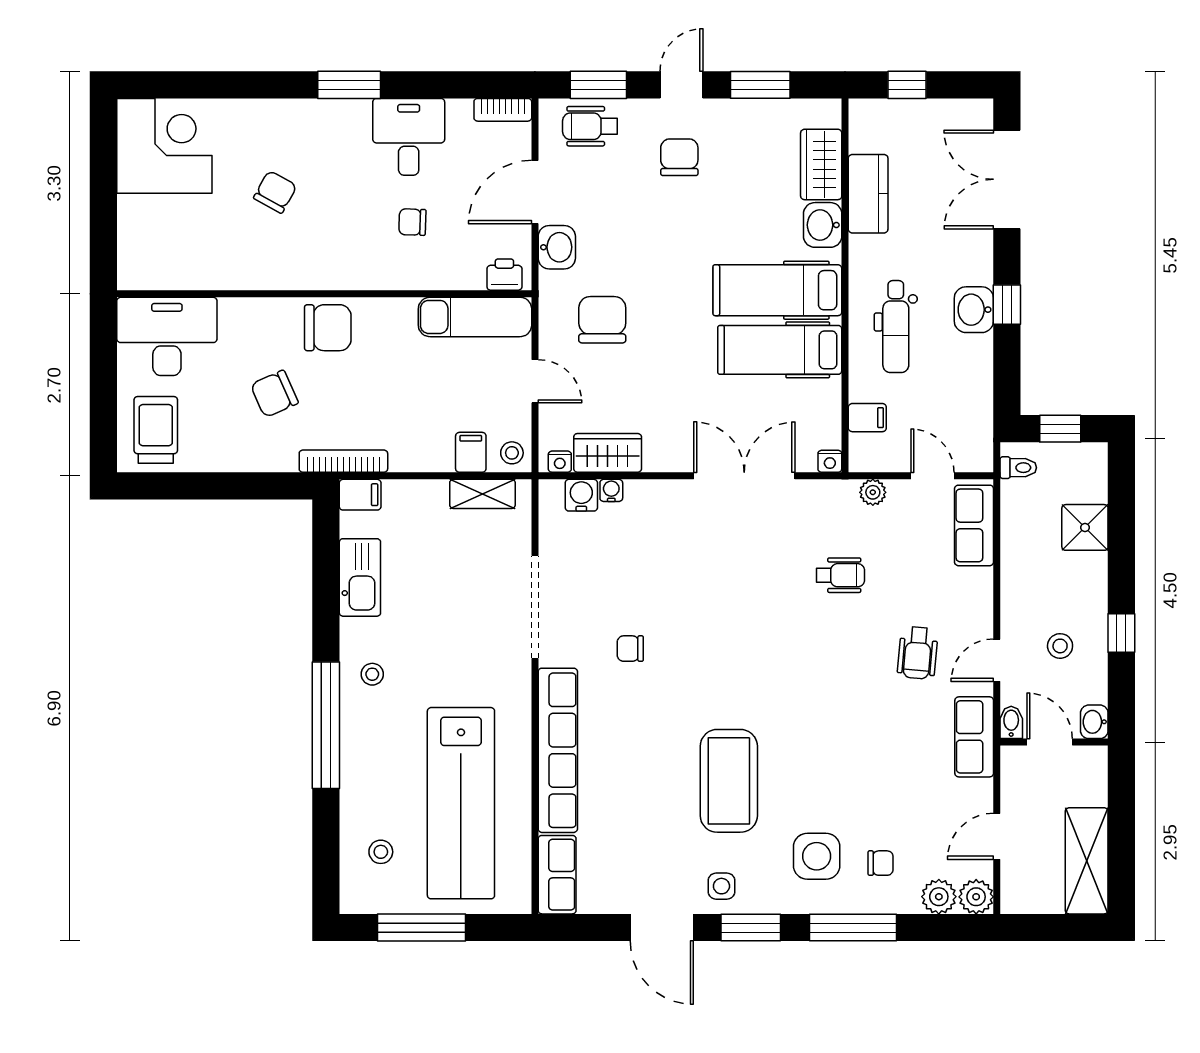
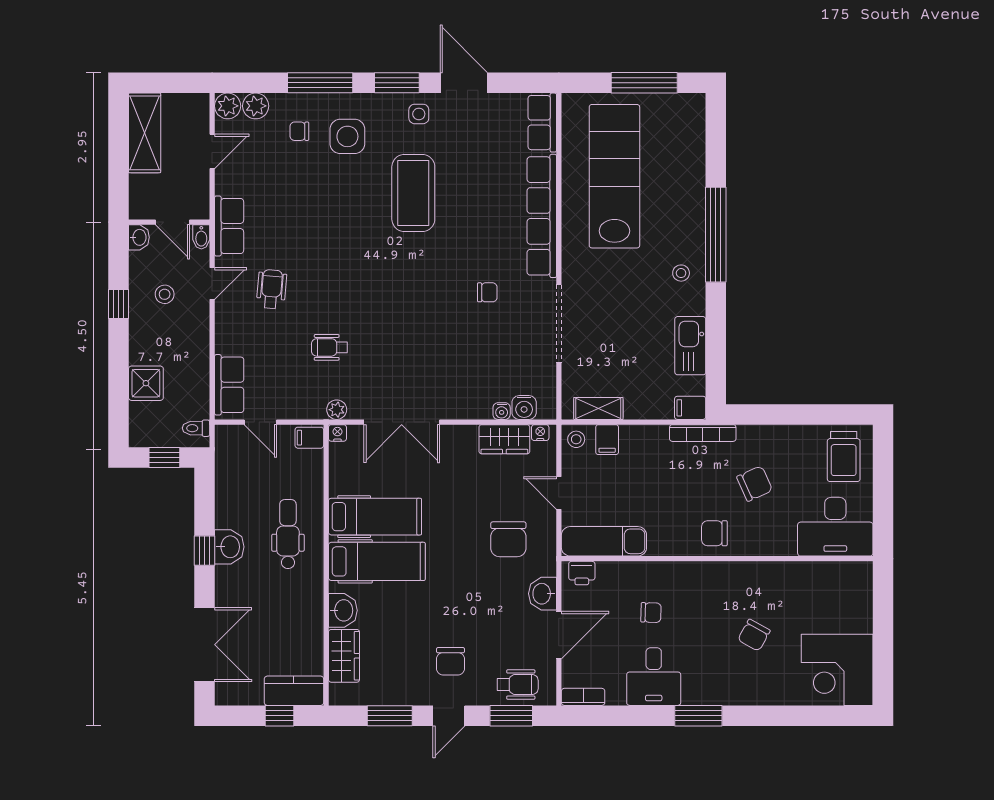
kitchen counter: (868, 194) -> (294, 691), moved, turned 90
chair: (328, 328) -> (714, 533), width x0.73, depth x0.73
filing cabinet: (867, 418) -> (309, 438), moved
plant: (873, 492) -> (337, 410), moved
stool: (381, 852) -> (675, 140), removed

